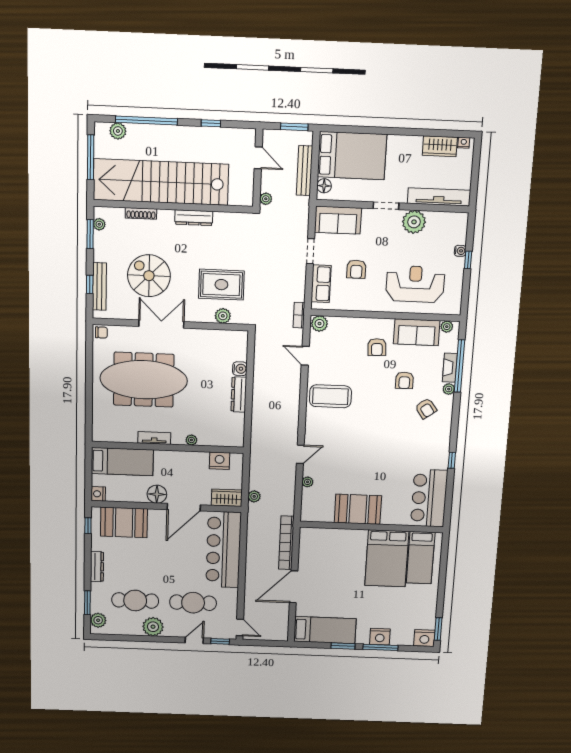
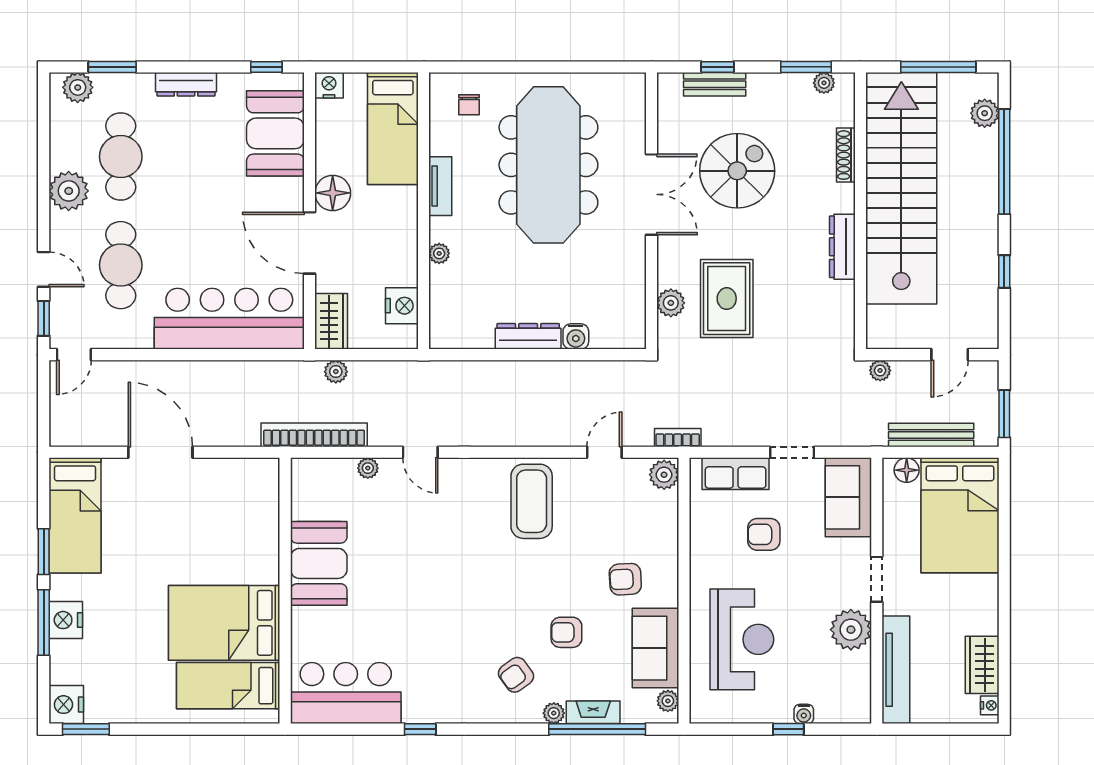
bench: (99, 286) -> (715, 84), width x0.73
chair: (101, 332) -> (469, 105), moved
bookcase: (286, 543) -> (314, 435), moved

